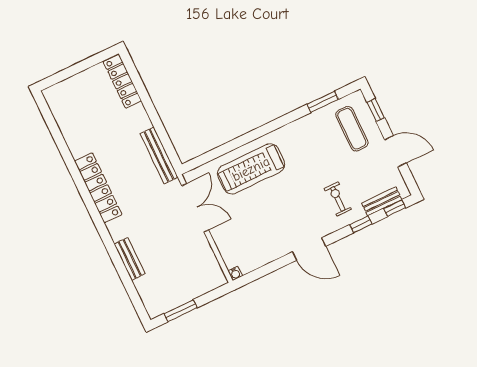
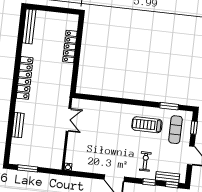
locker: (122, 81) -> (70, 47), moved
bench: (159, 155) -> (29, 26), moved
treadmill: (251, 169) -> (147, 125), moved, width x0.73, depth x0.73
double door: (195, 208) -> (68, 120), width x0.73

